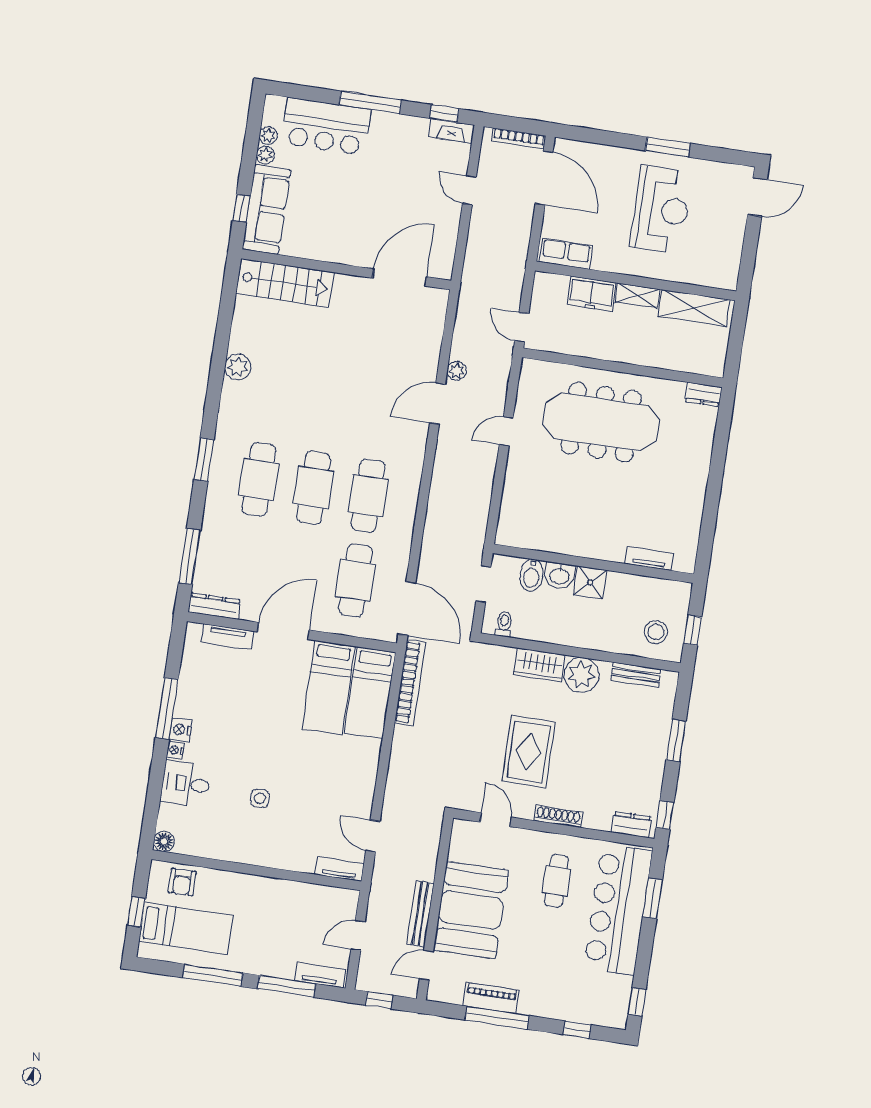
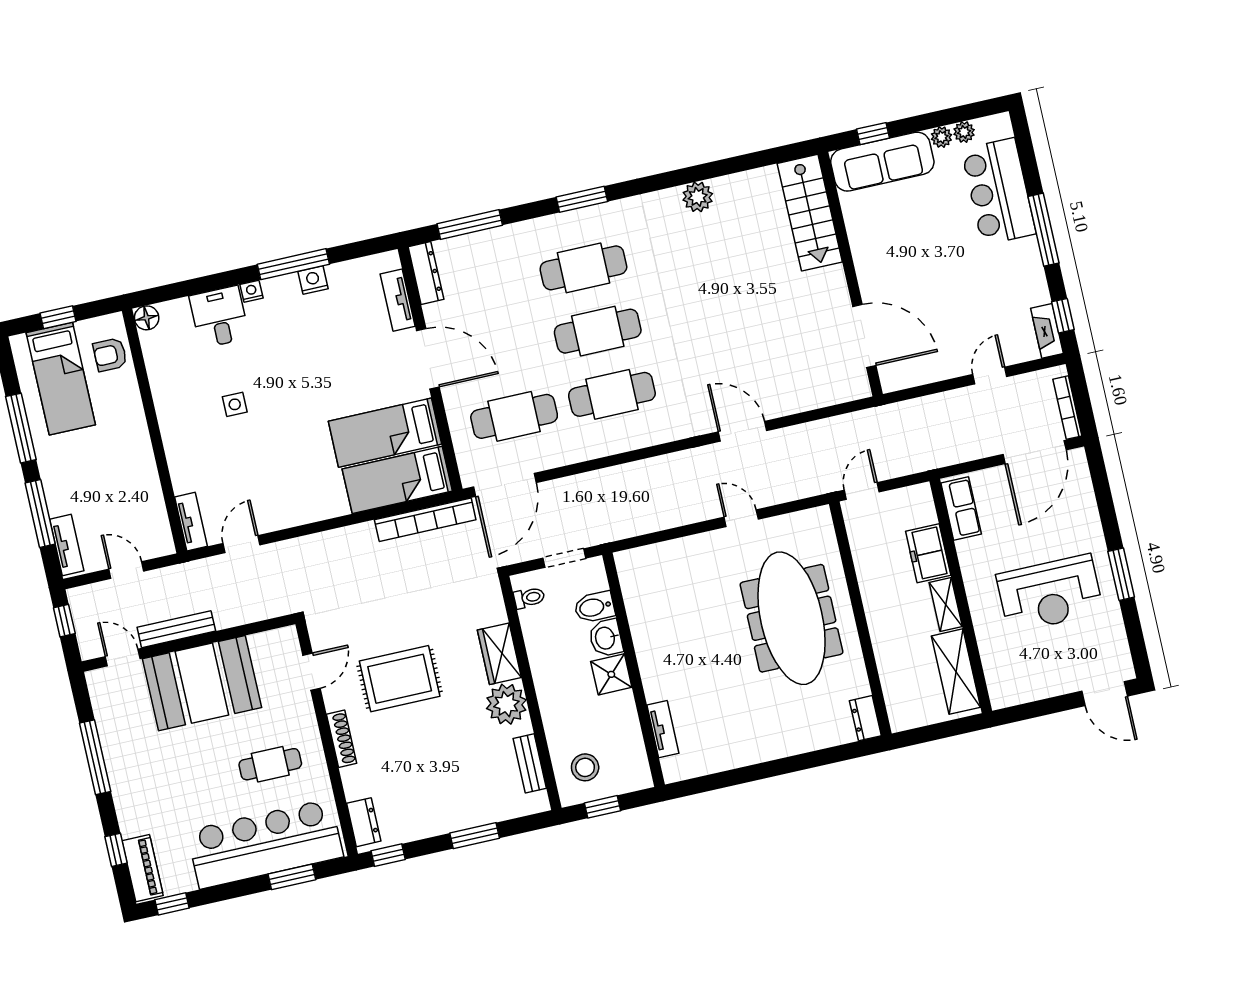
plant: (457, 371) -> (786, 438), removed
nightstand: (181, 730) -> (313, 280), moved
piano: (491, 998) -> (143, 868), moved

